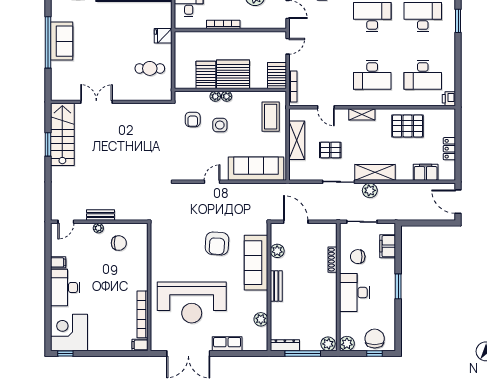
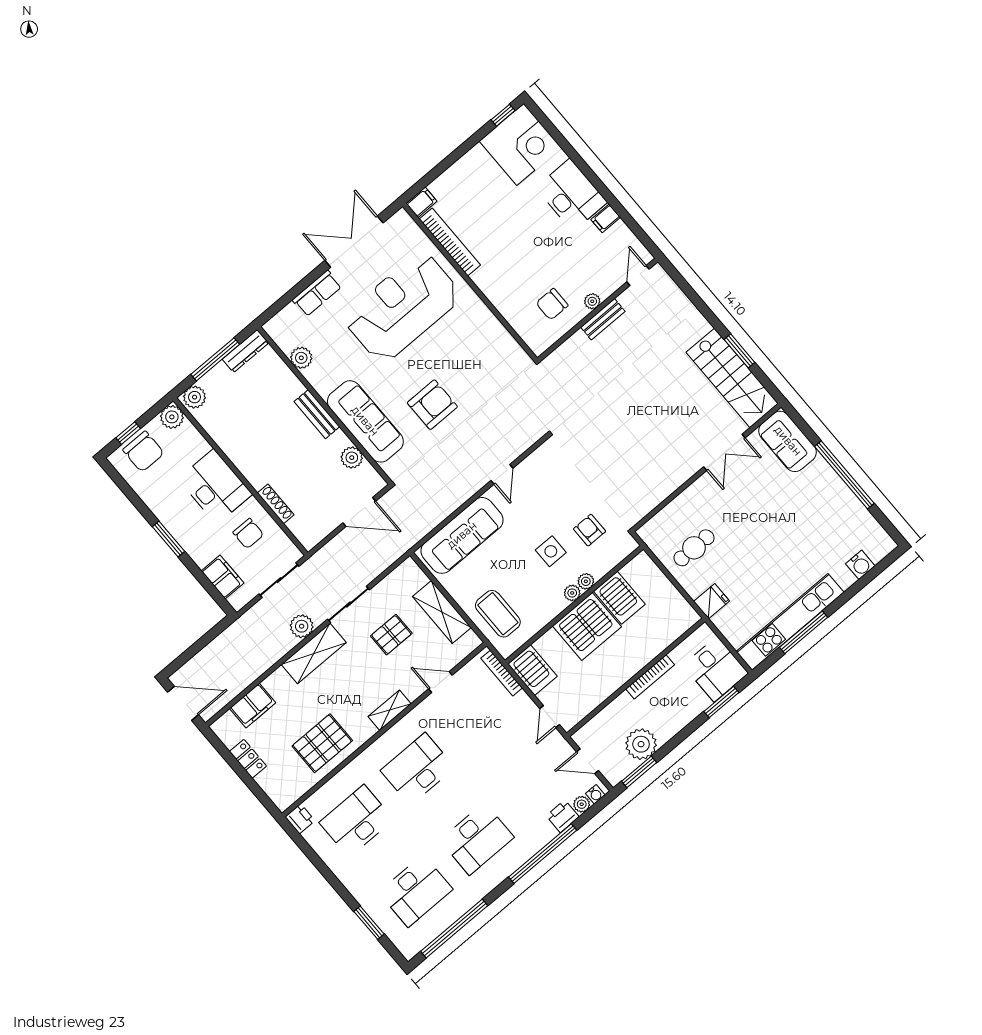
sofa: (62, 41) -> (788, 441), moved
armchair: (217, 243) -> (432, 405), turned 86
chair: (358, 257) -> (248, 534), turned 90

